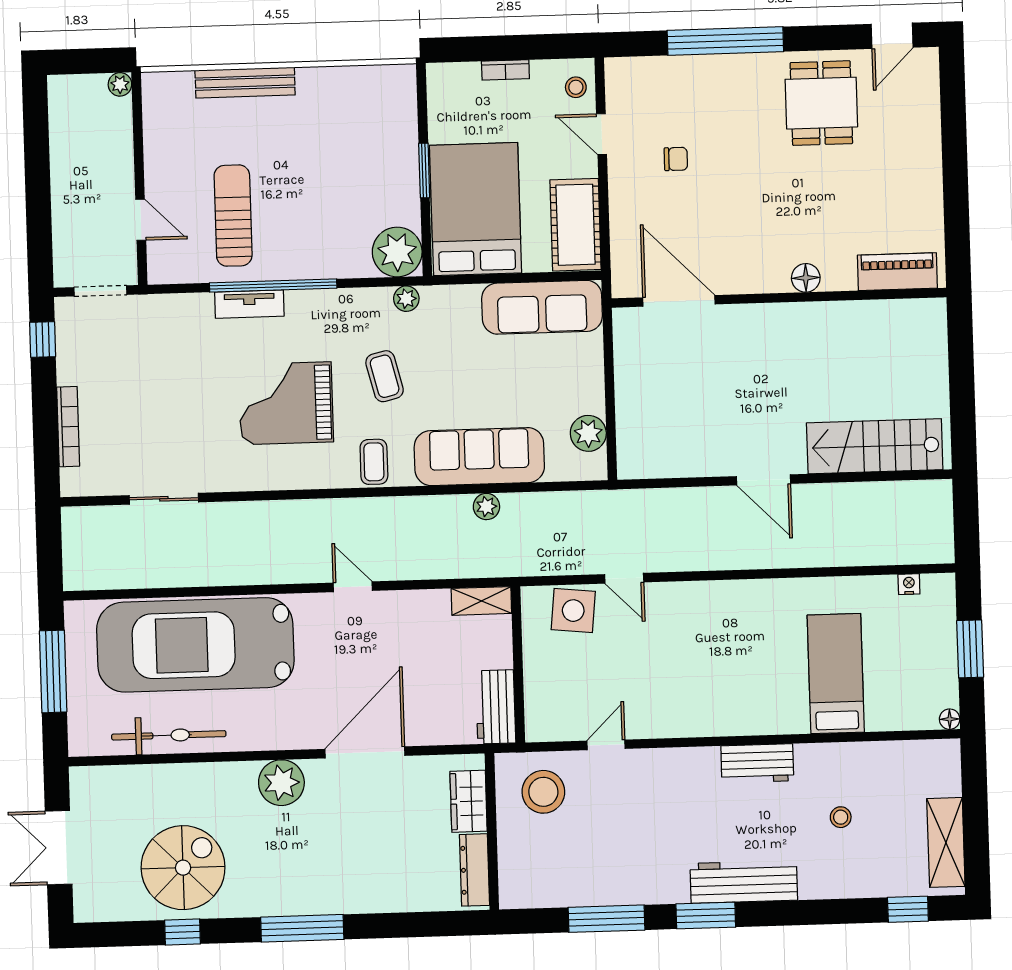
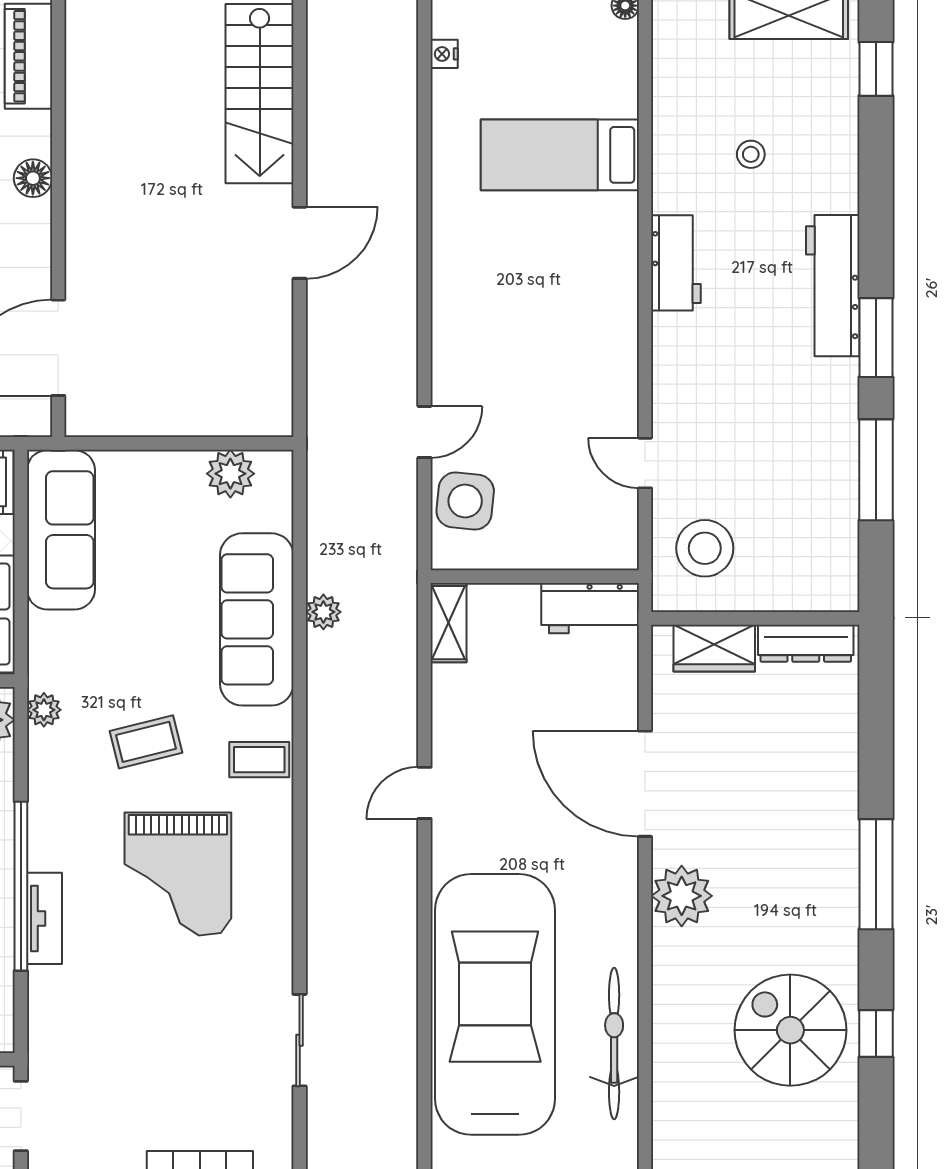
car: (195, 645) -> (495, 1004), turned 180

